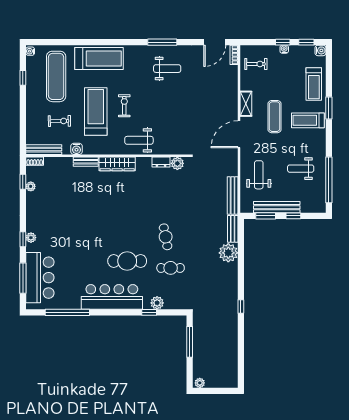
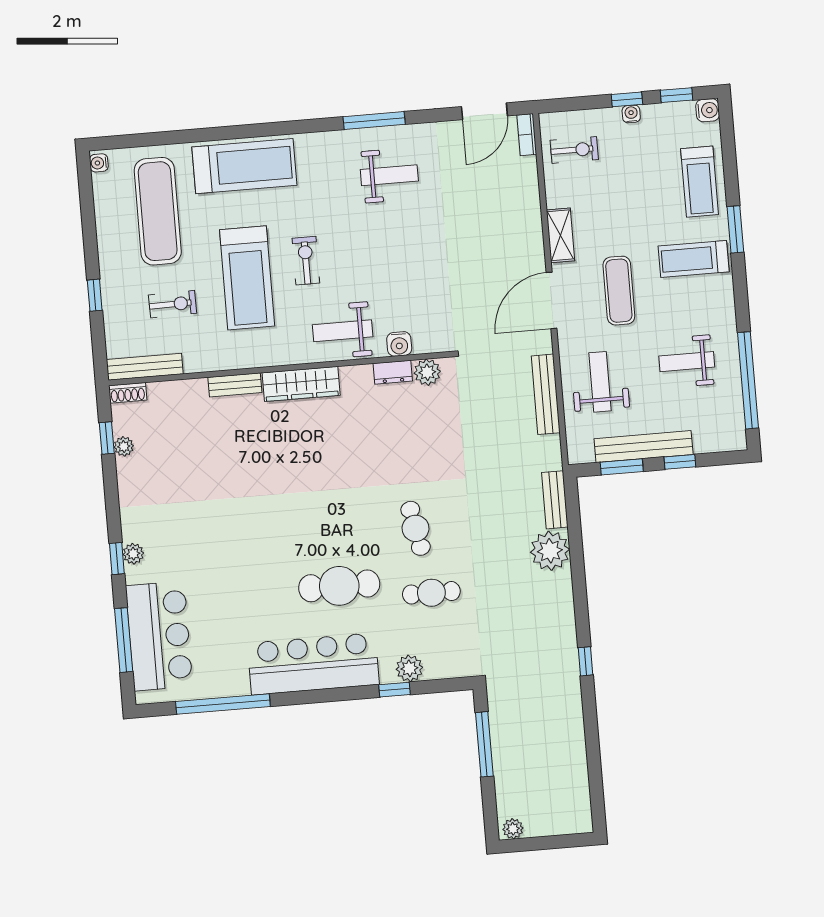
window: (23, 78) -> (95, 295), moved
treadmill: (96, 112) -> (247, 278), turned 180
exercise mat: (275, 117) -> (619, 291), moved
water cooler: (76, 149) -> (399, 344), moved
bench: (233, 196) -> (546, 394), moved

